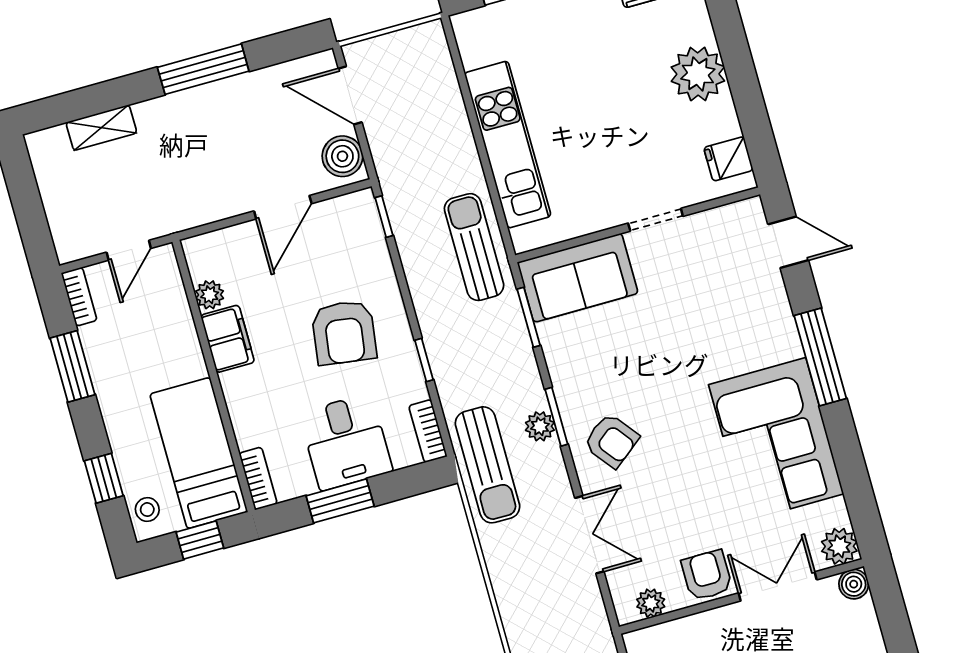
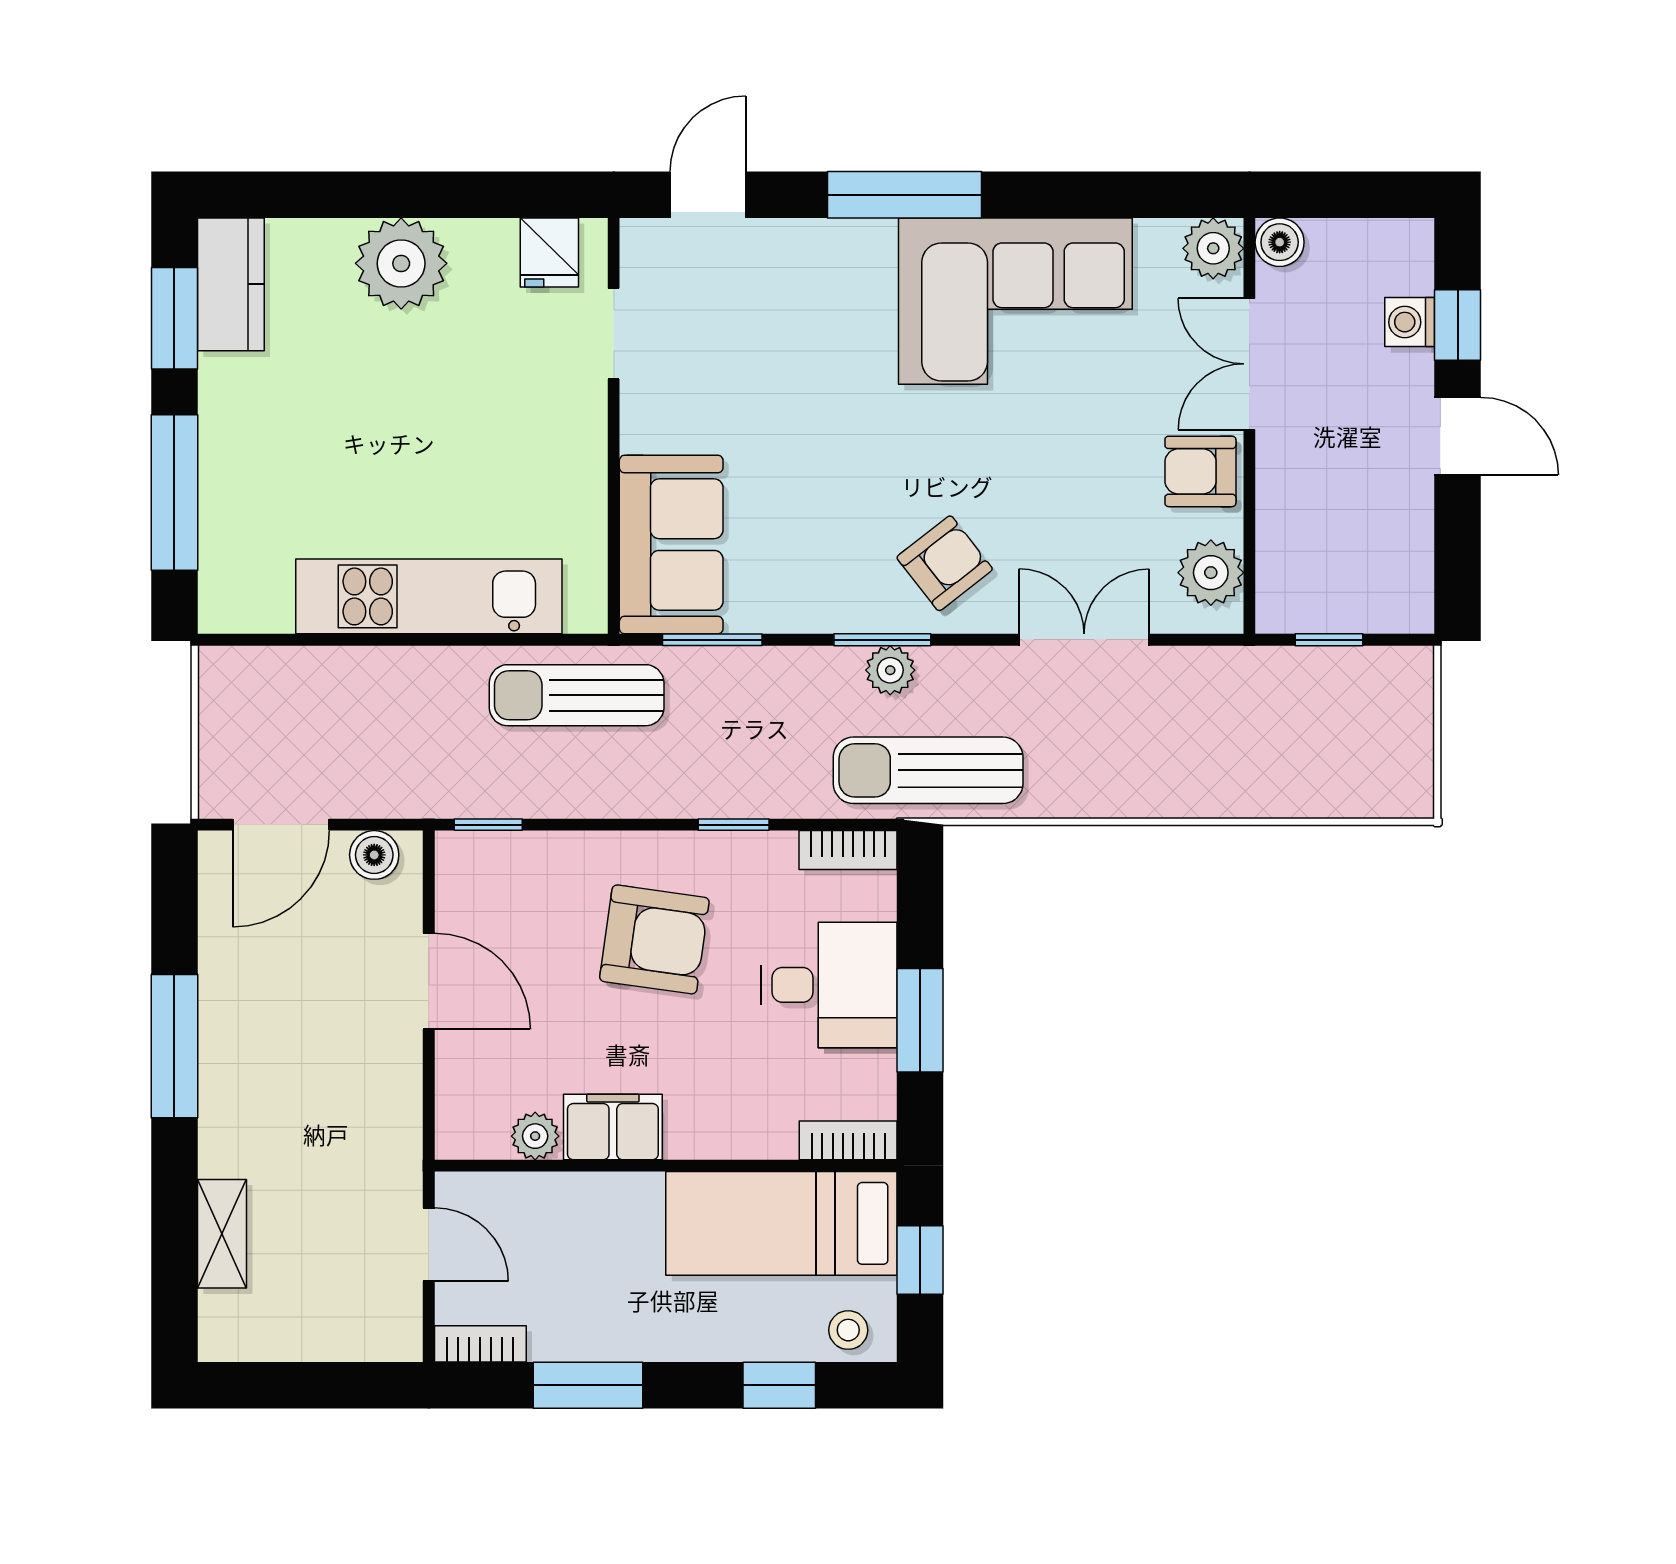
boiler: (342, 156) -> (374, 855), width x0.73, depth x0.73
doorway: (656, 220) -> (614, 334), moved
sun lounger: (488, 465) -> (928, 770), turned 180
plant: (651, 603) -> (1211, 573), width x1.38, depth x1.38

